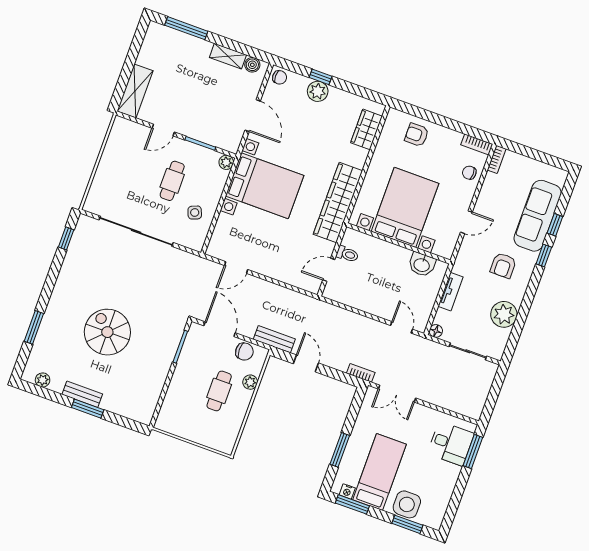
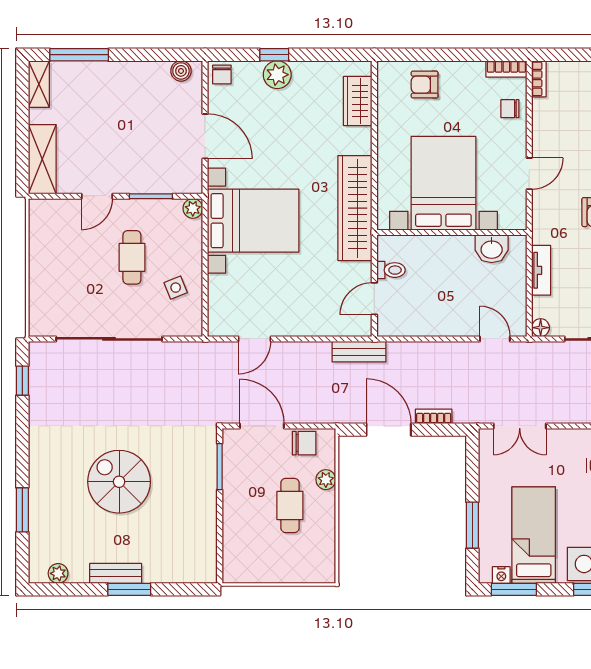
shelving: (228, 56) -> (39, 84), moved, turned 90
chair: (280, 77) -> (222, 74), turned 90
bench: (274, 339) -> (359, 352), moved
door: (306, 363) -> (389, 430), width x1.37
bookcase: (361, 373) -> (434, 416), moved

